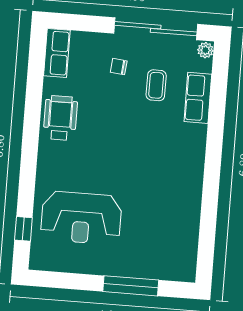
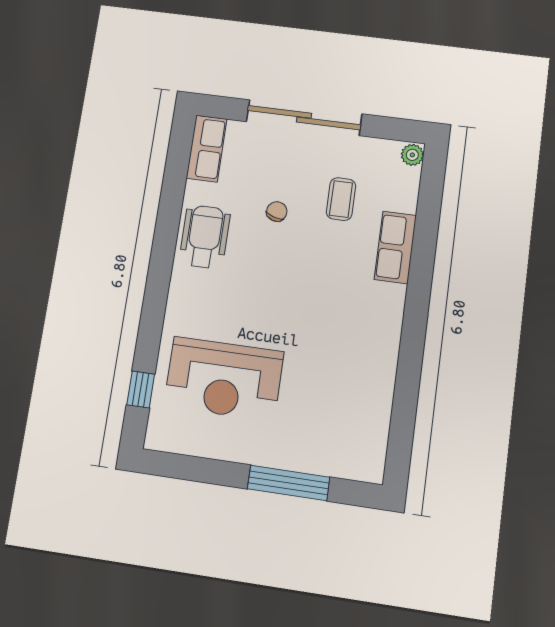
sliding door: (156, 29) -> (304, 118), moved
chair: (119, 67) -> (277, 211), moved, turned 101
row of seats: (198, 98) -> (395, 247), moved

